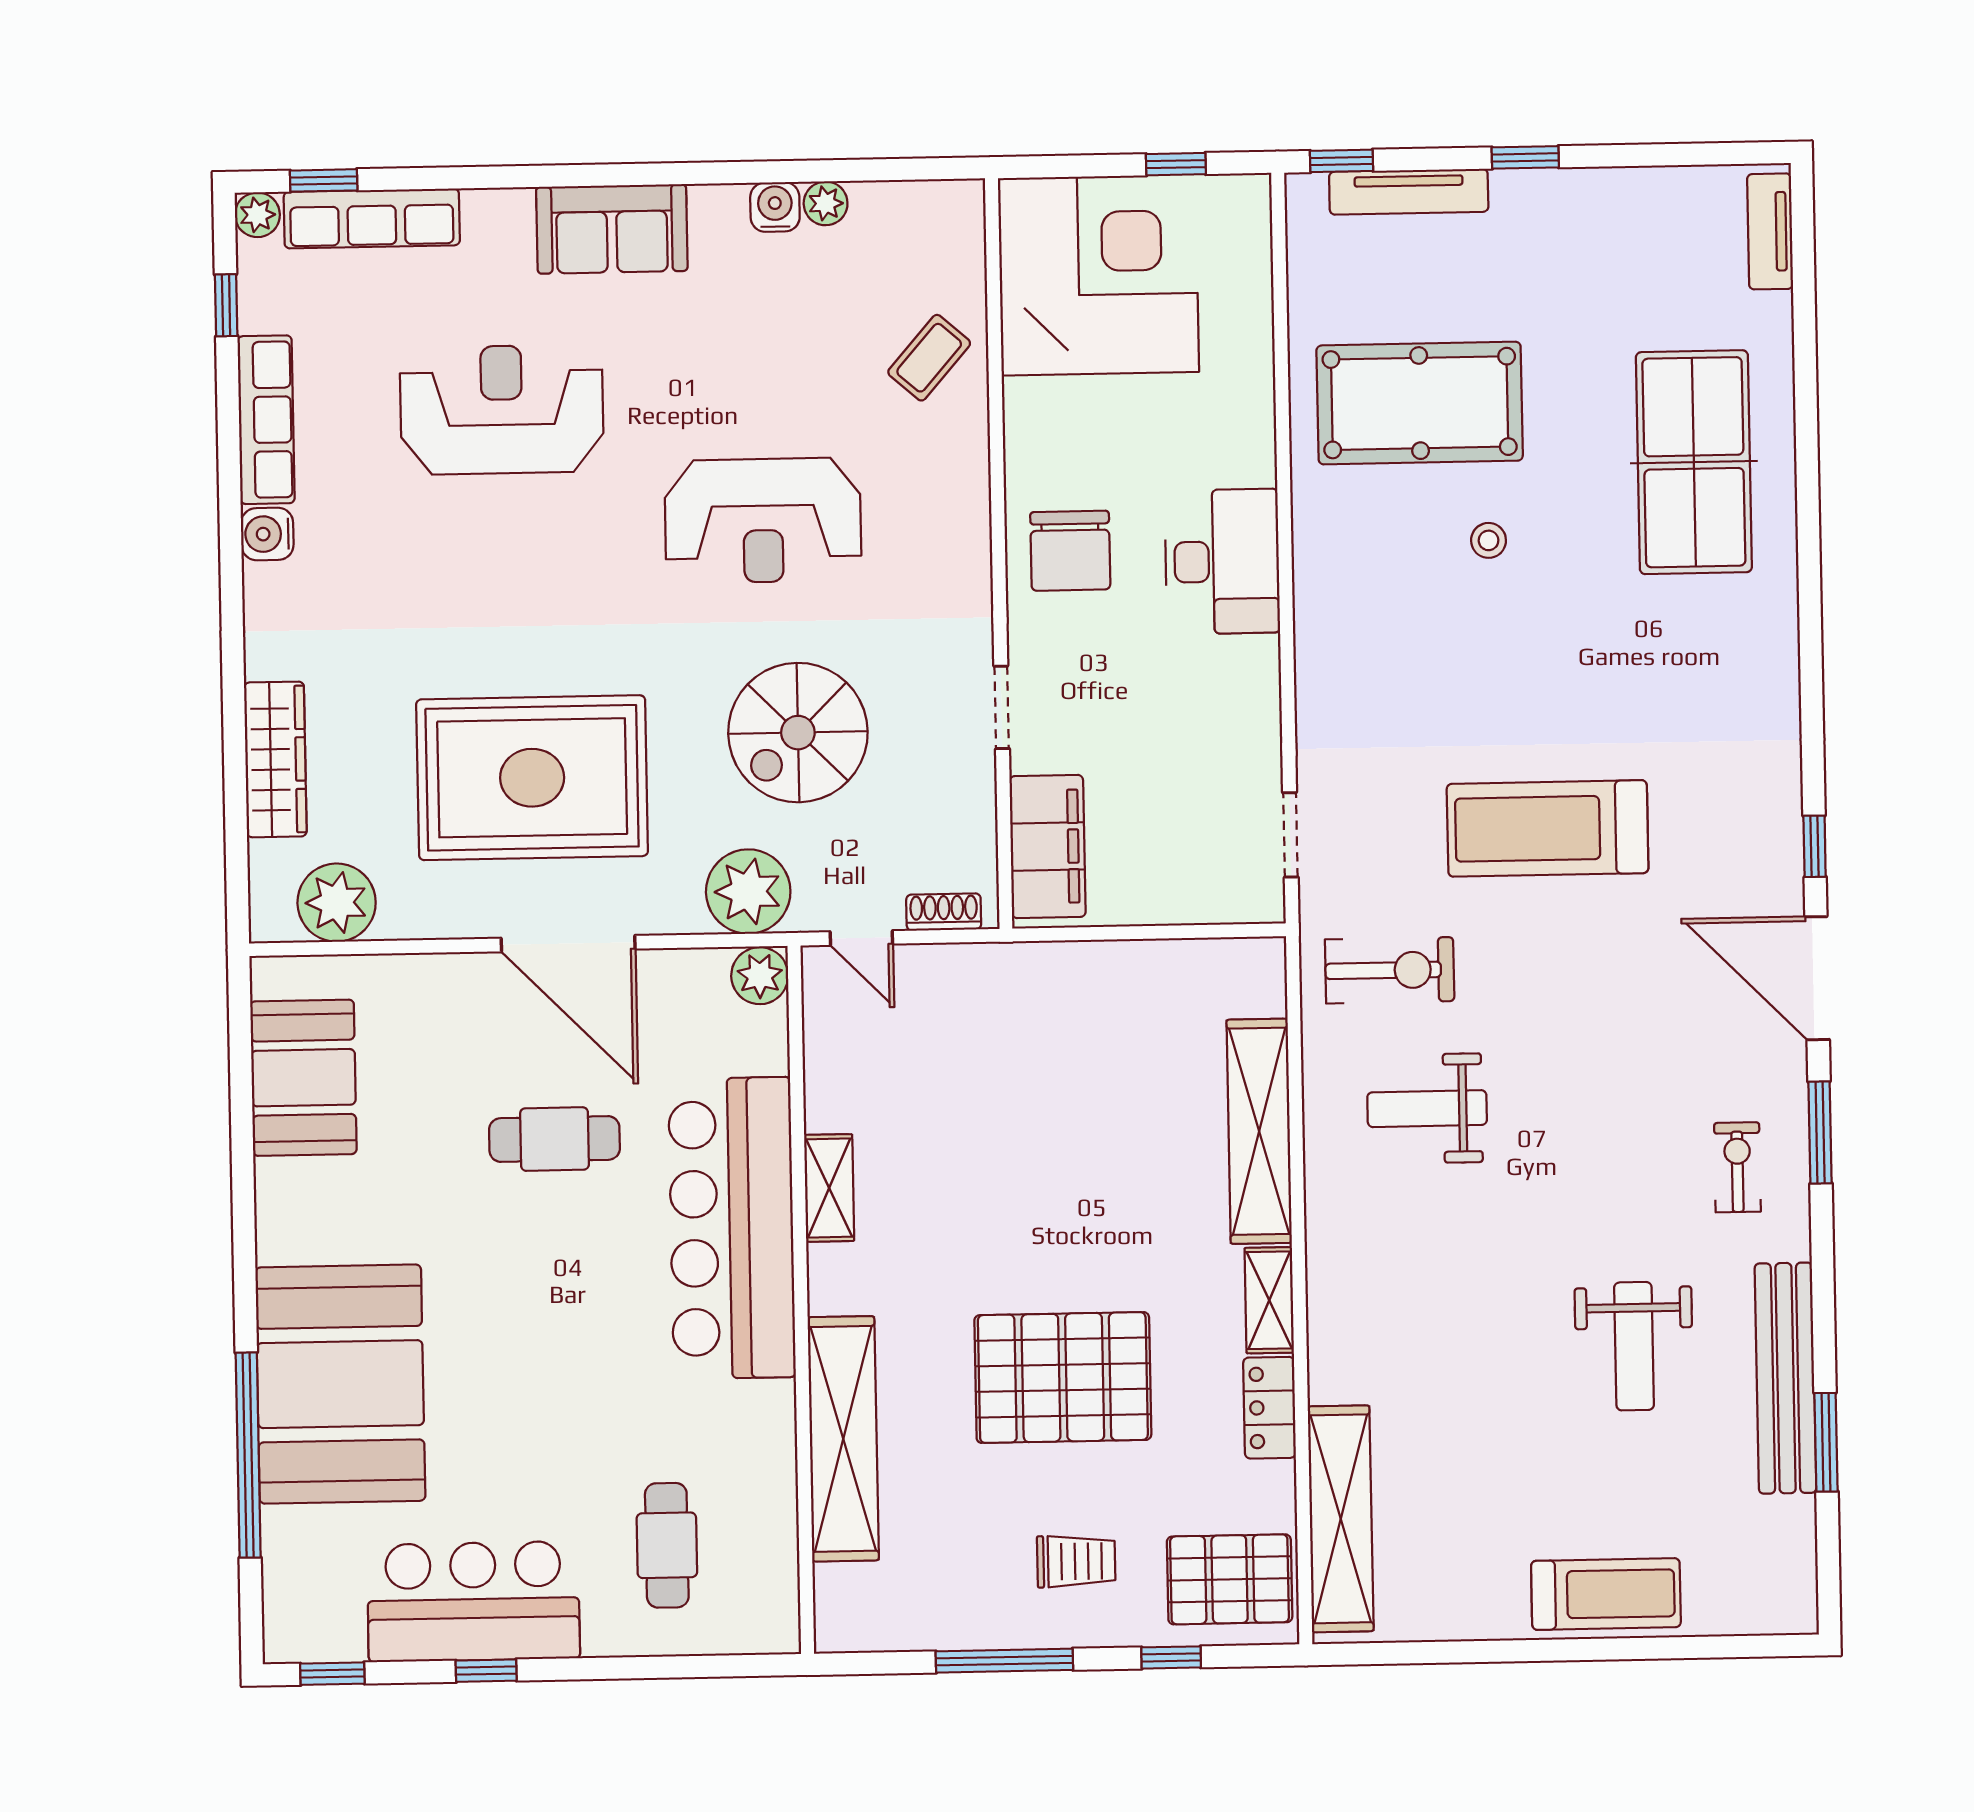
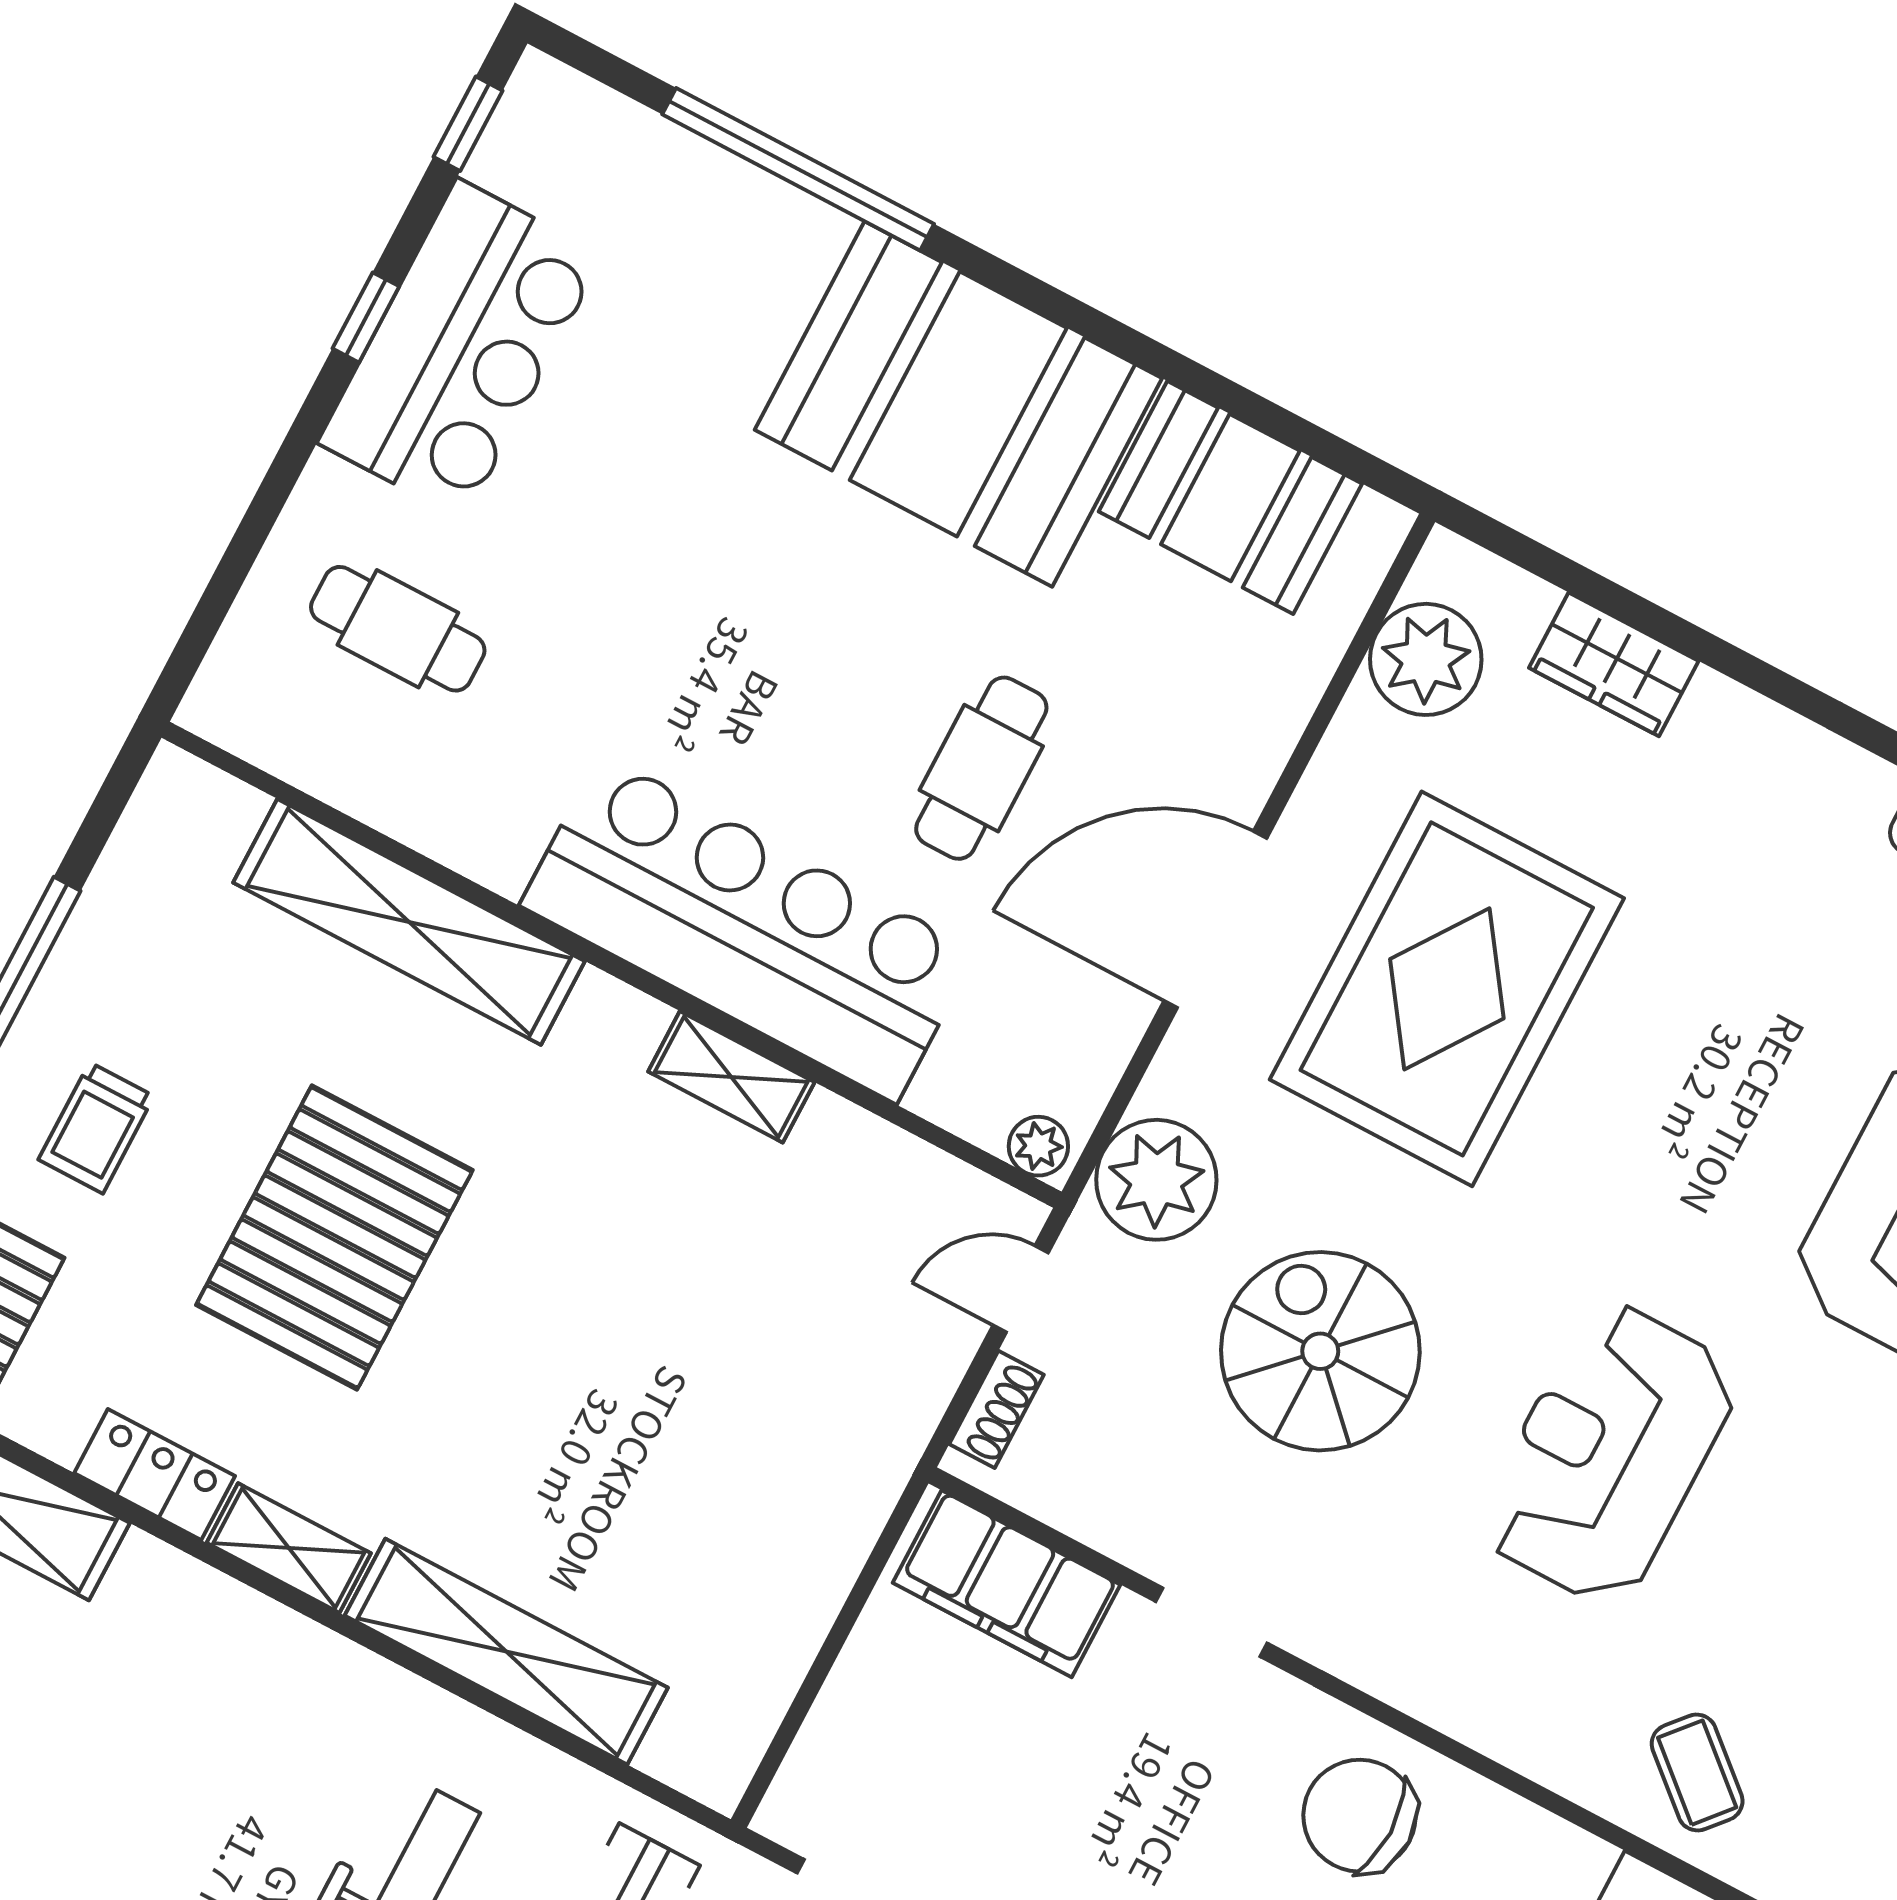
wardrobe: (275, 759) -> (1614, 664), width x0.67
plant: (760, 976) -> (1038, 1146), width x0.73, depth x0.73
booth: (340, 1384) -> (958, 404), moved

